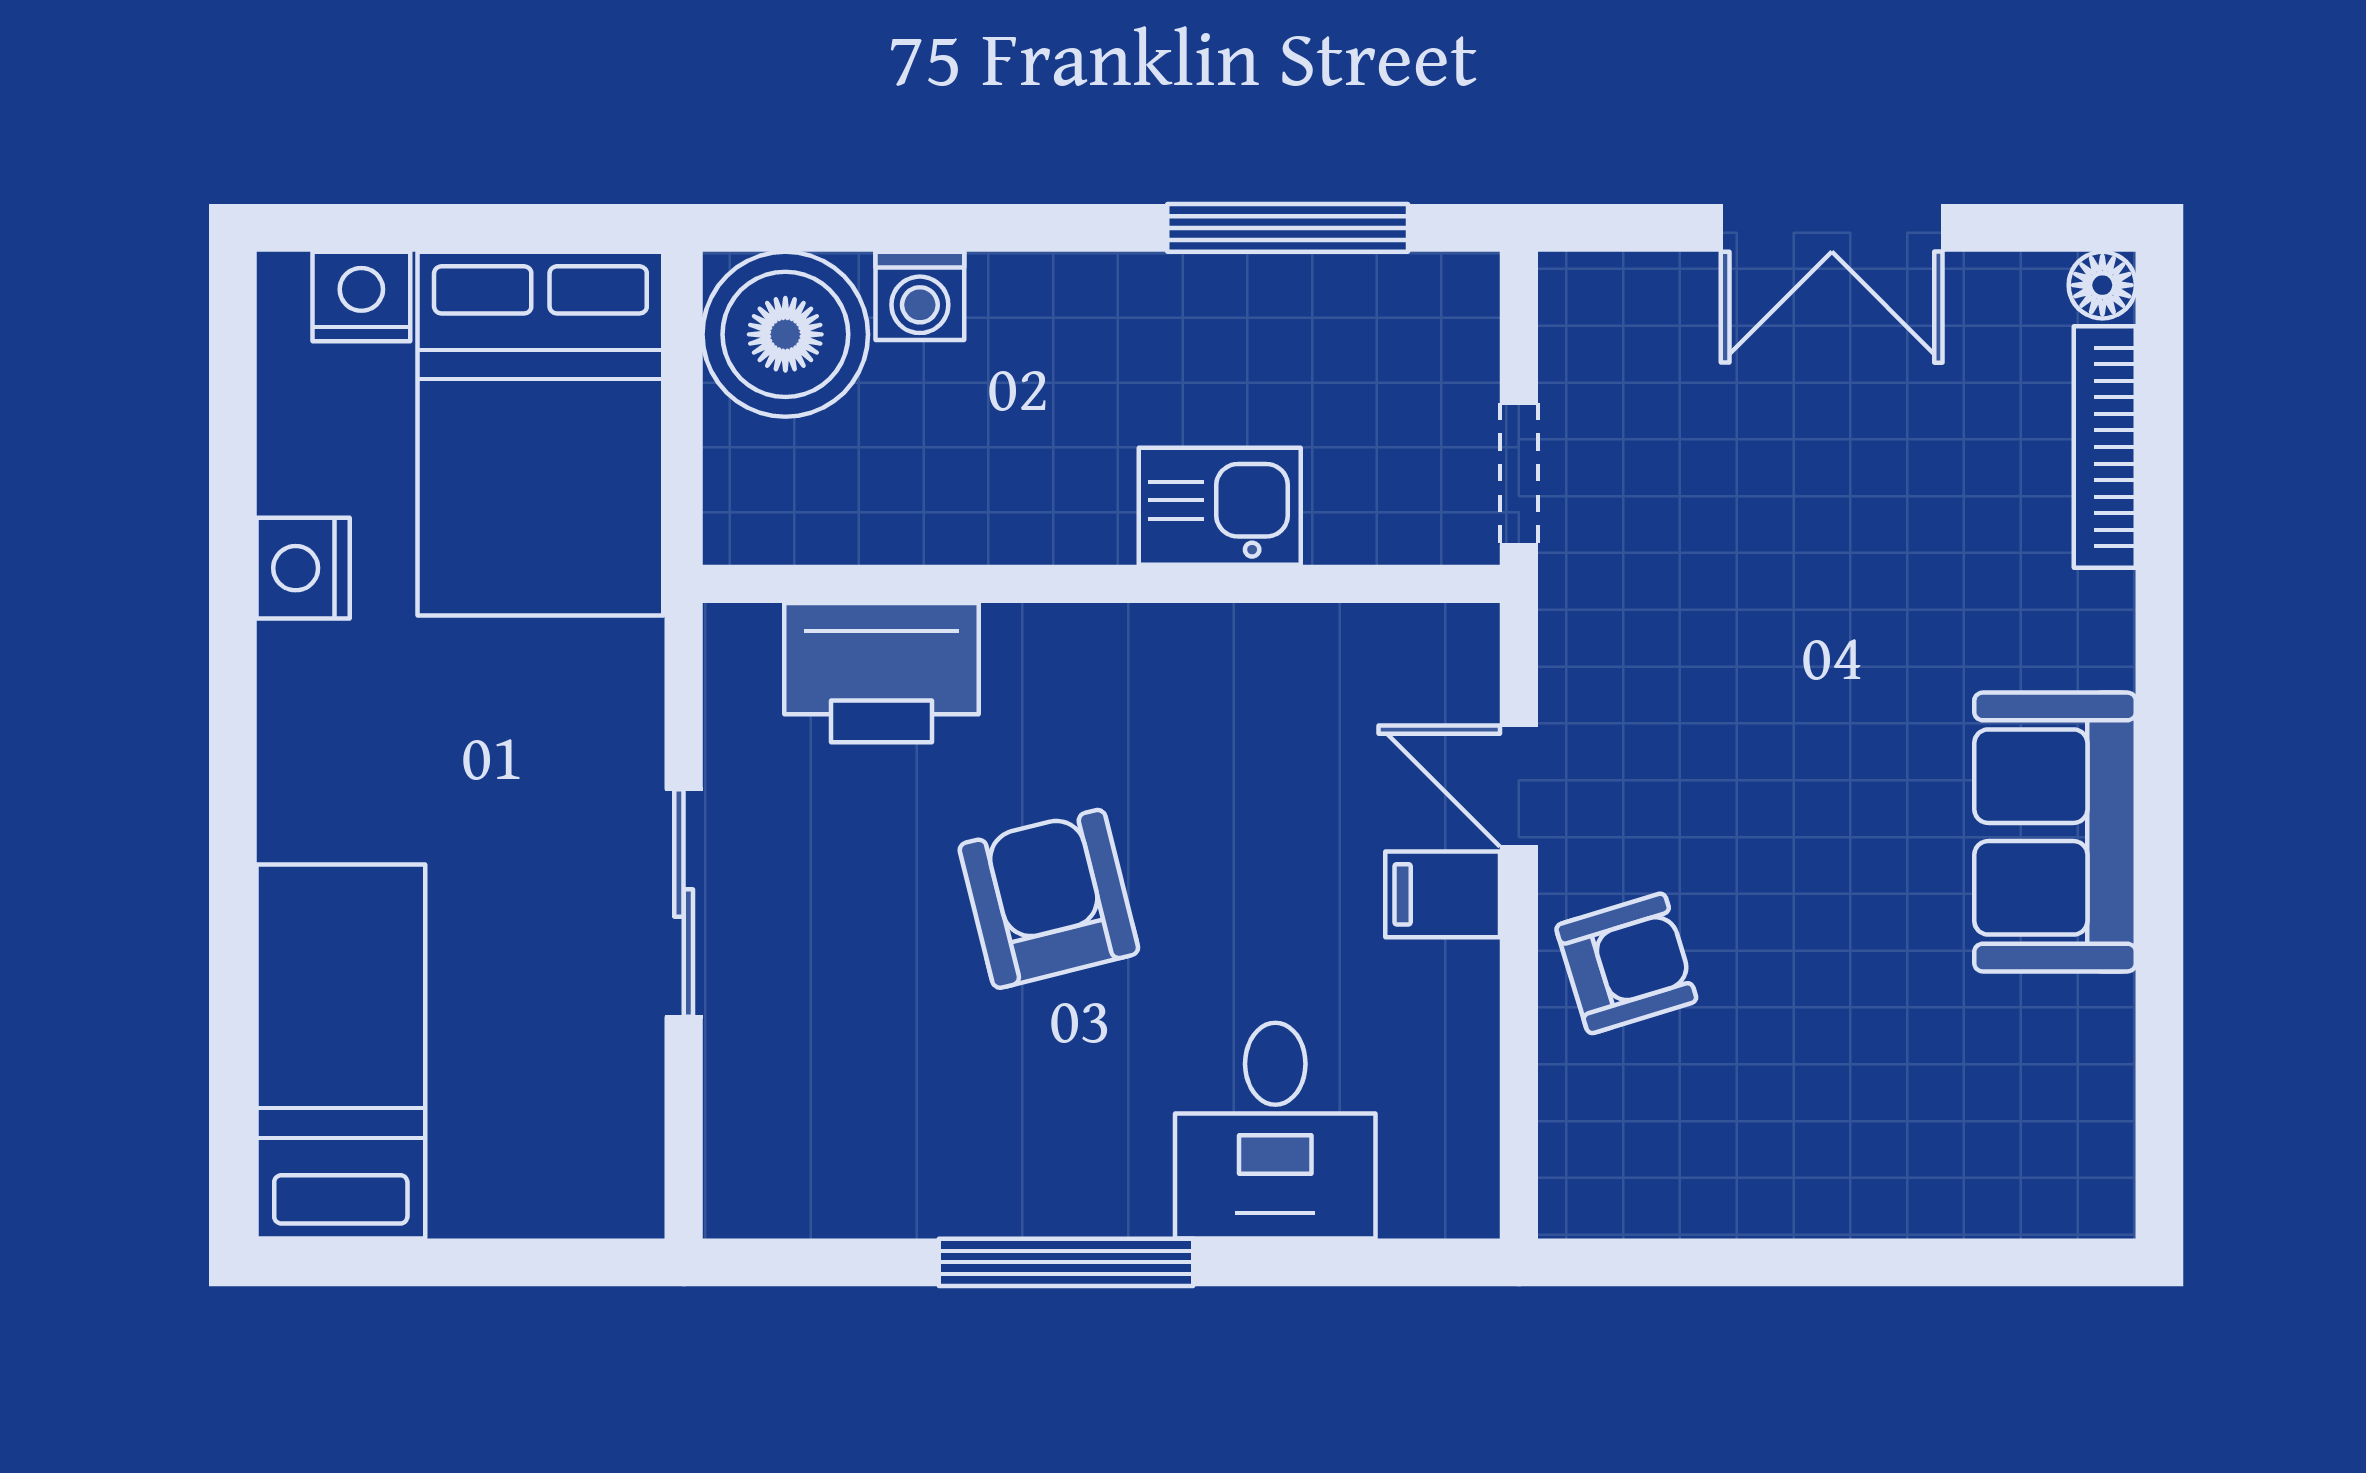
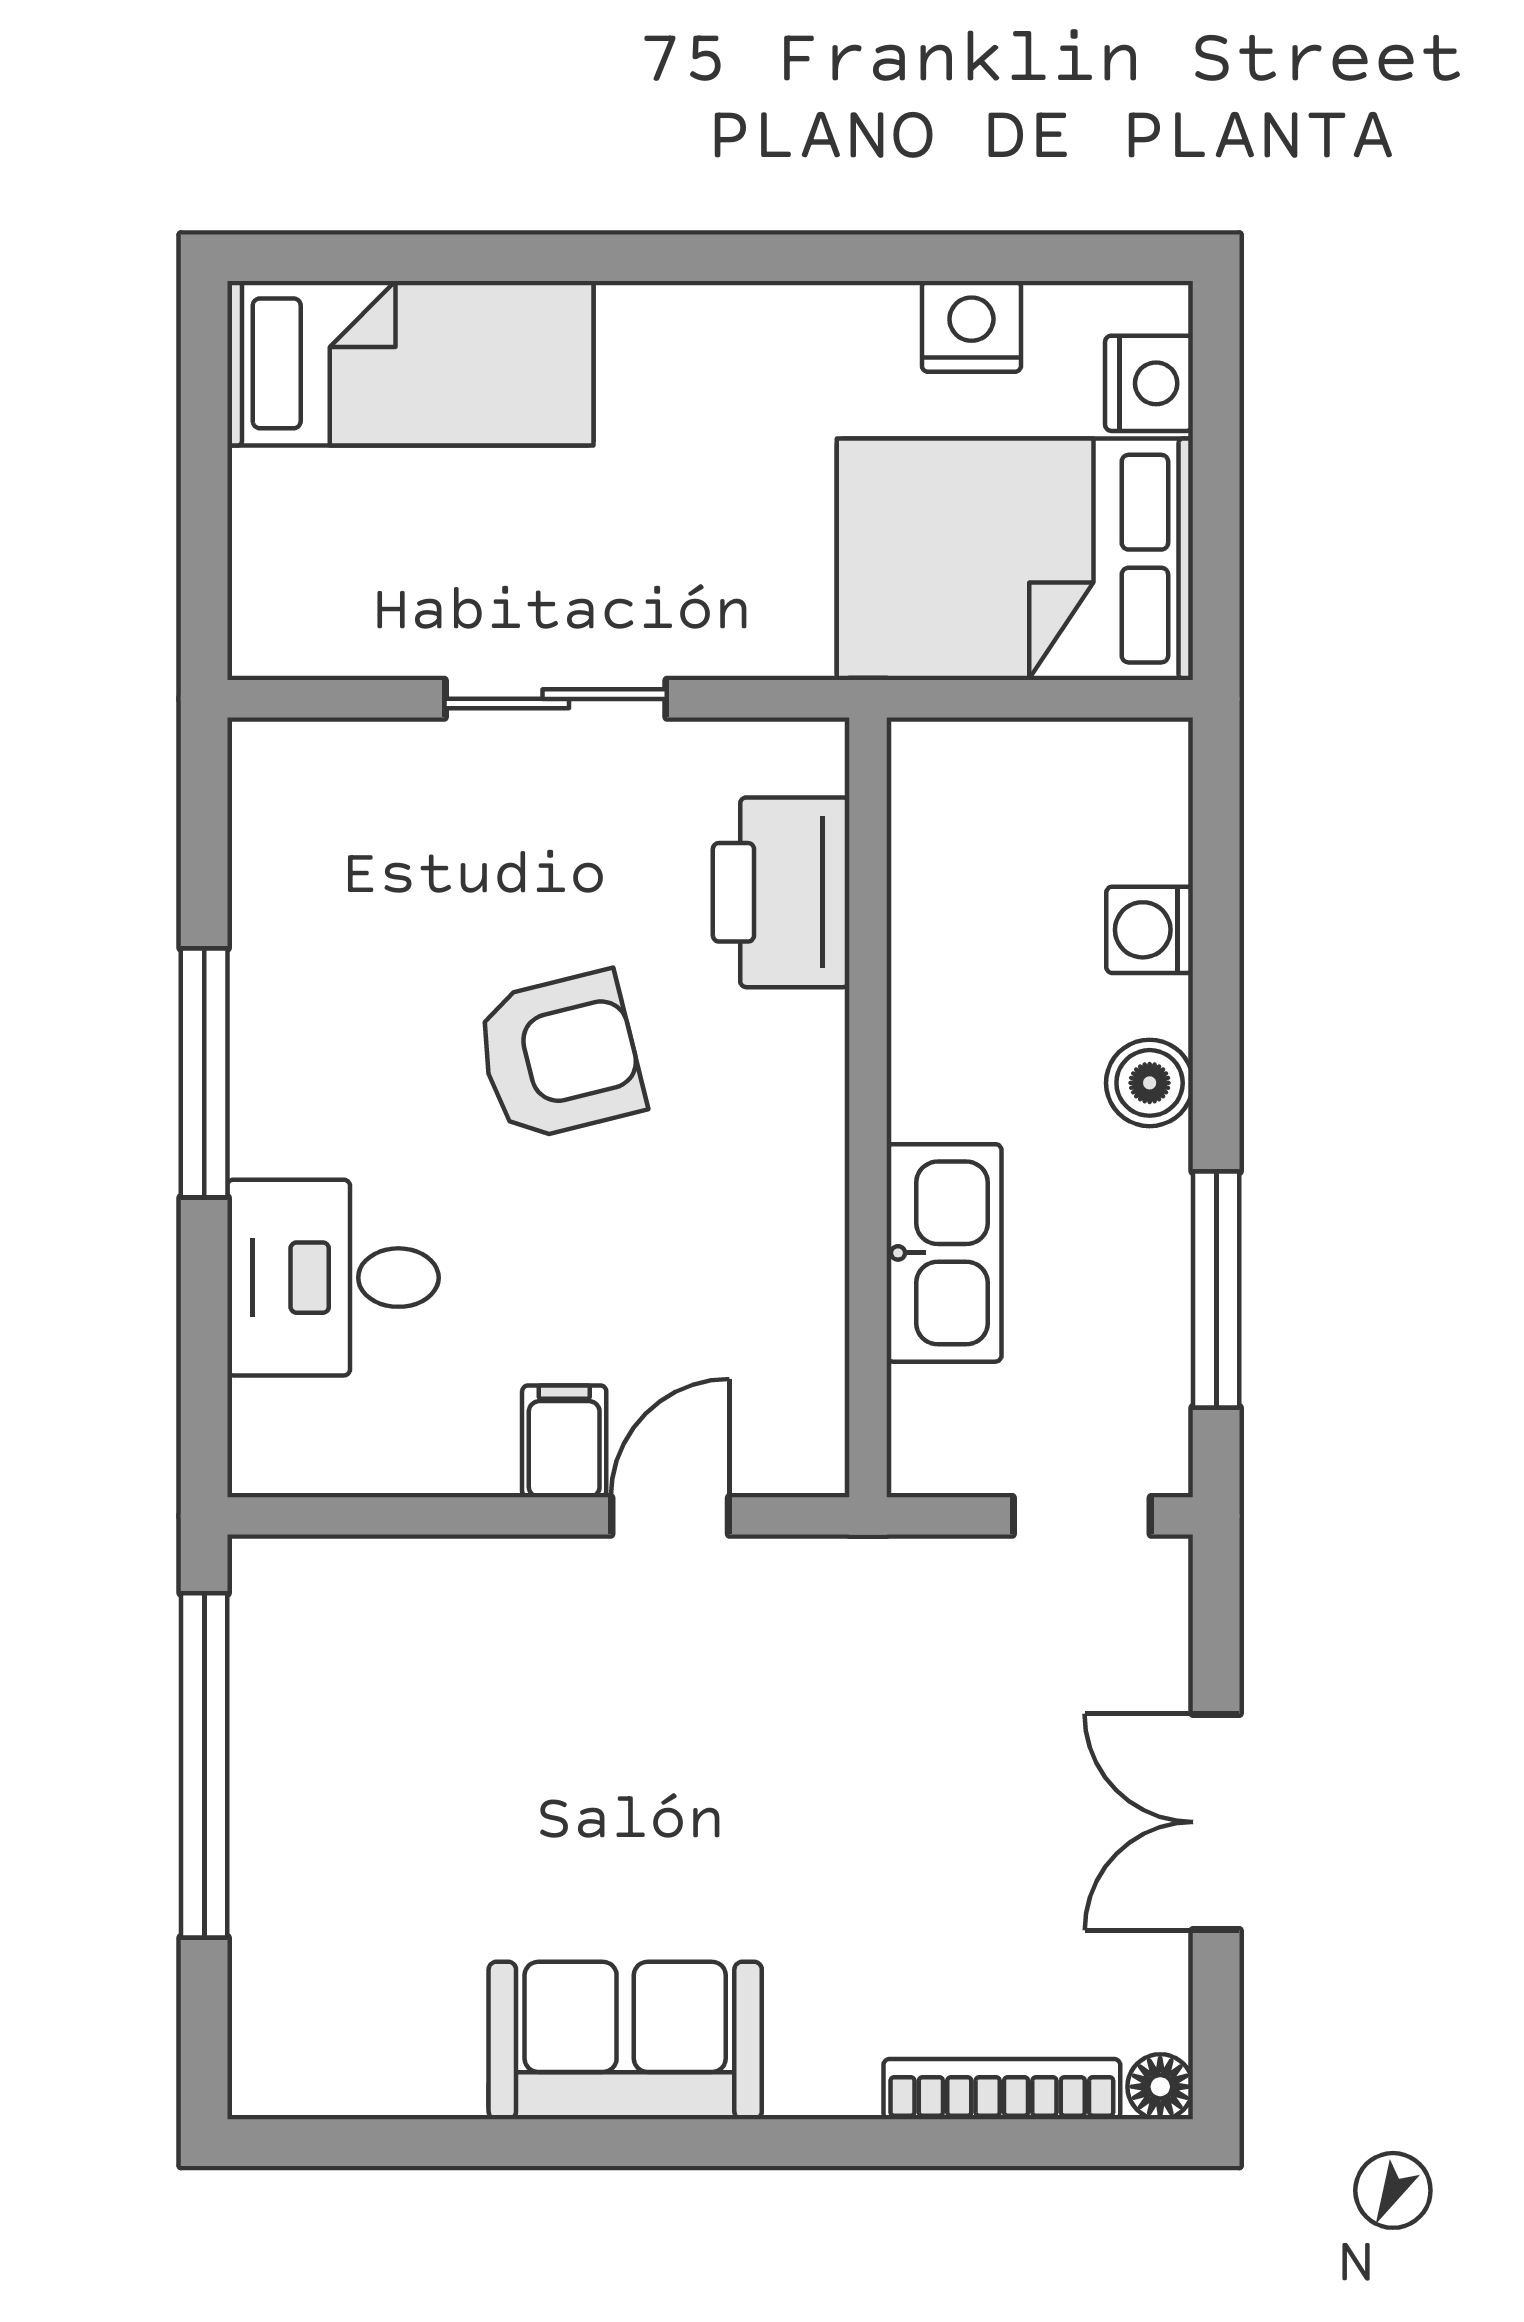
boiler: (785, 334) -> (1150, 1083), moved, width x0.54, depth x0.54
doorway: (1519, 474) -> (1082, 1516), moved
kitchen sink: (1220, 506) -> (944, 1253), width x1.38
nightstand: (303, 568) -> (971, 326), moved
armchair: (1626, 963) -> (497, 1621), removed
window: (1774, 1262) -> (204, 1765), added

